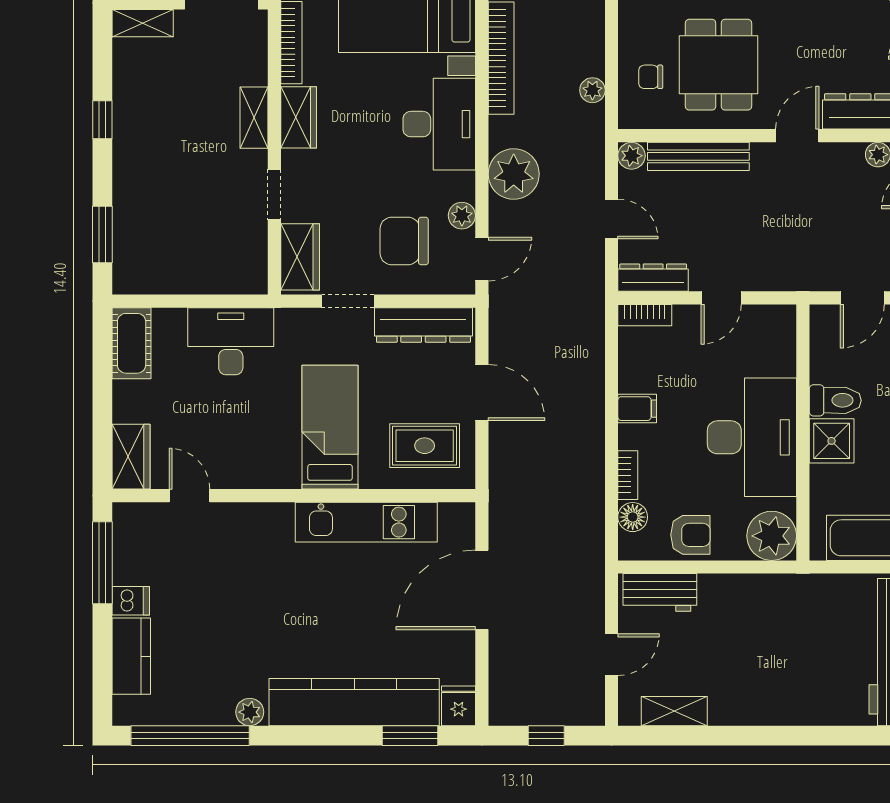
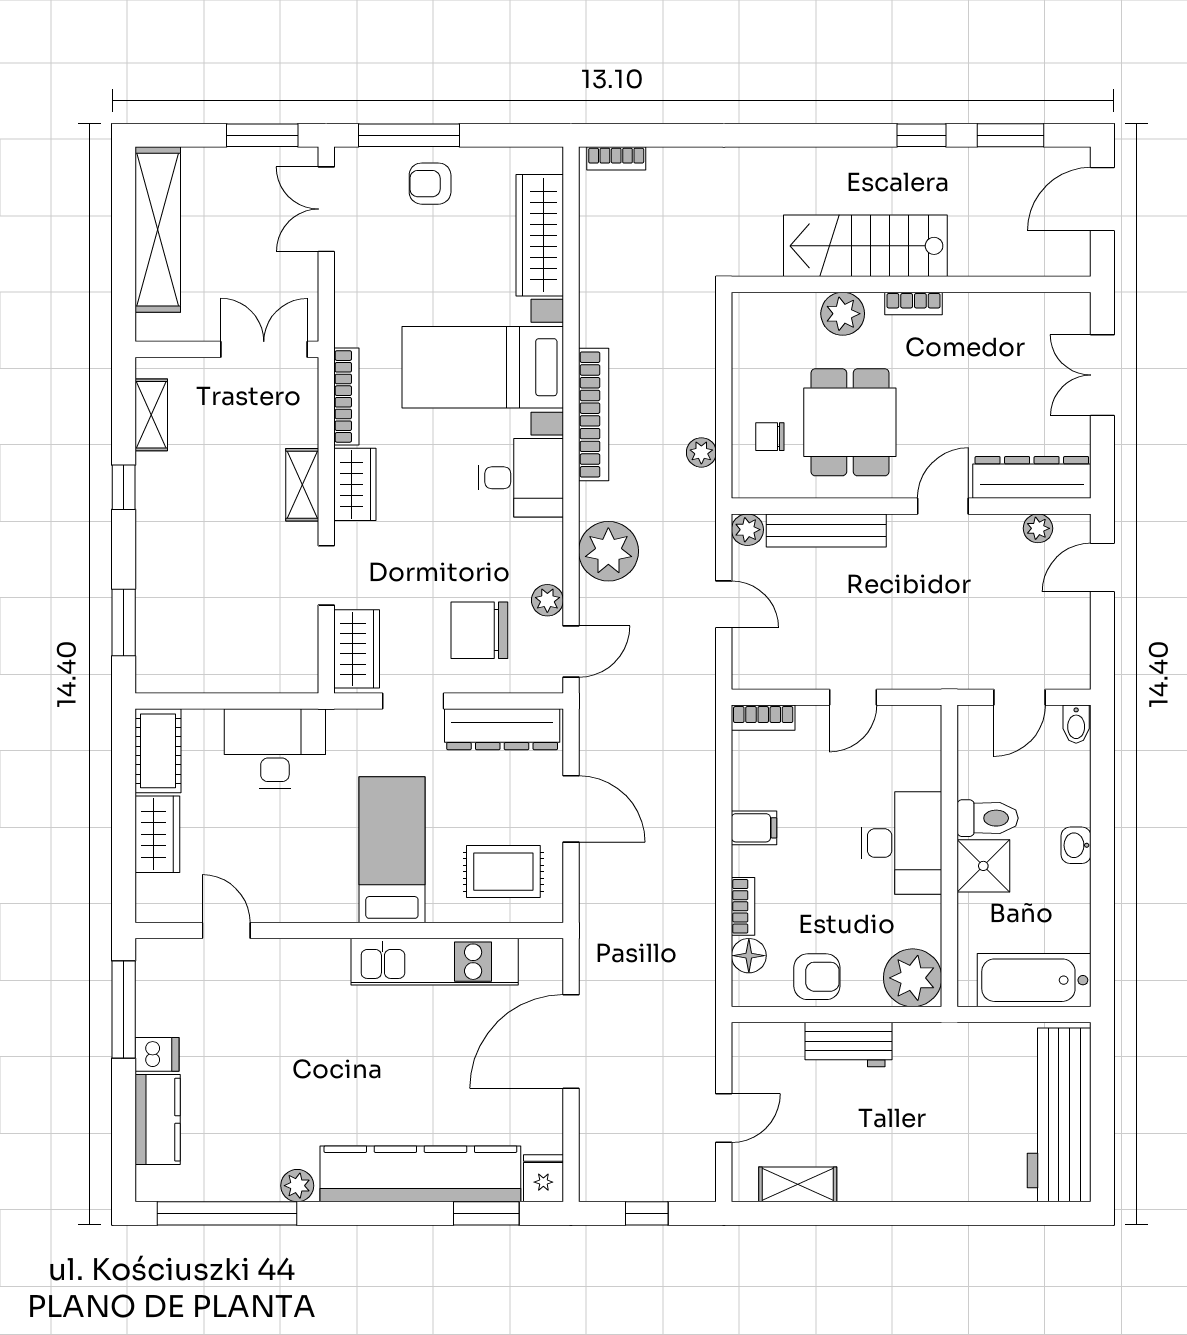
shelving: (143, 23) -> (151, 415), moved, turned 90
desk: (439, 124) -> (521, 478), width x0.73
dresser: (653, 278) -> (773, 673), removed
desk: (752, 437) -> (901, 843), width x0.73, depth x0.77
wardrobe: (131, 457) -> (157, 834), moved
workbench: (660, 592) -> (848, 1045), moved

